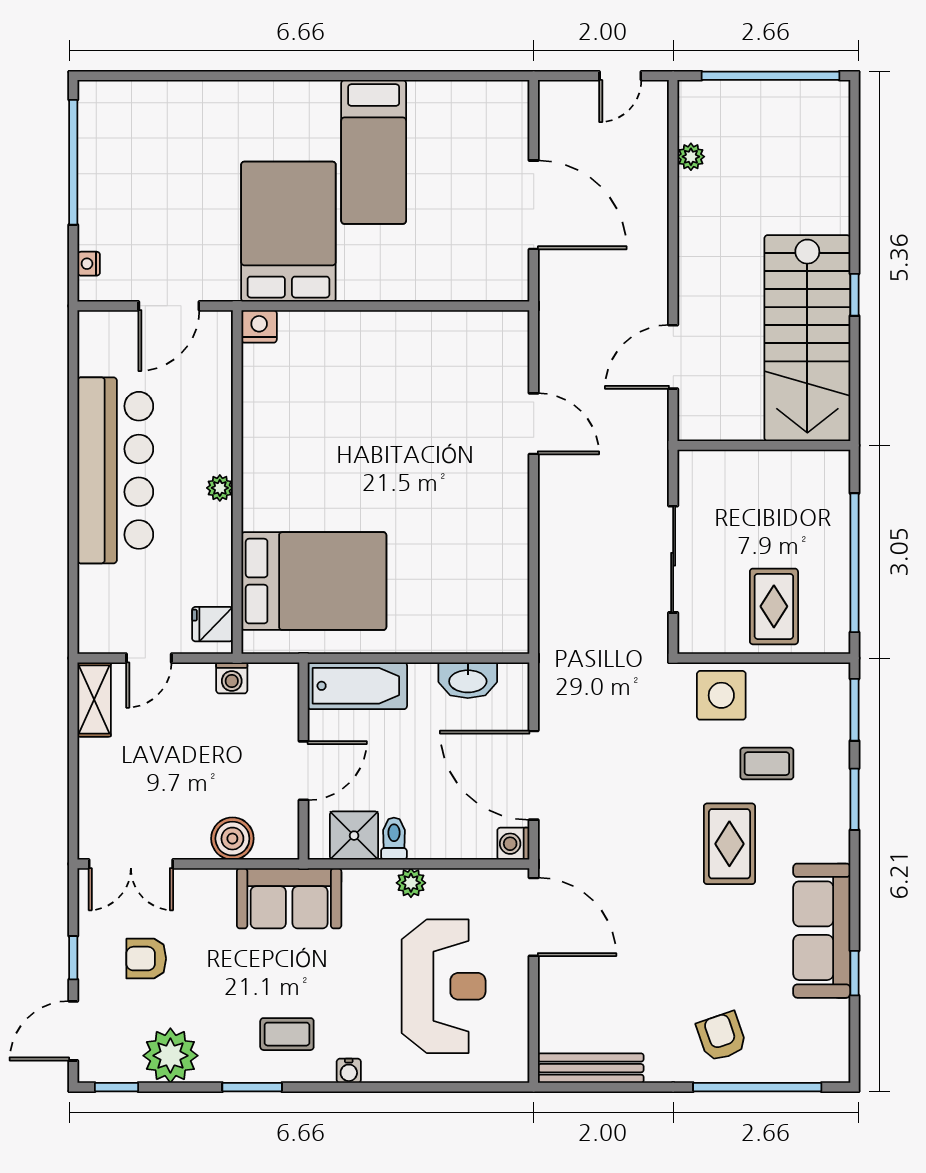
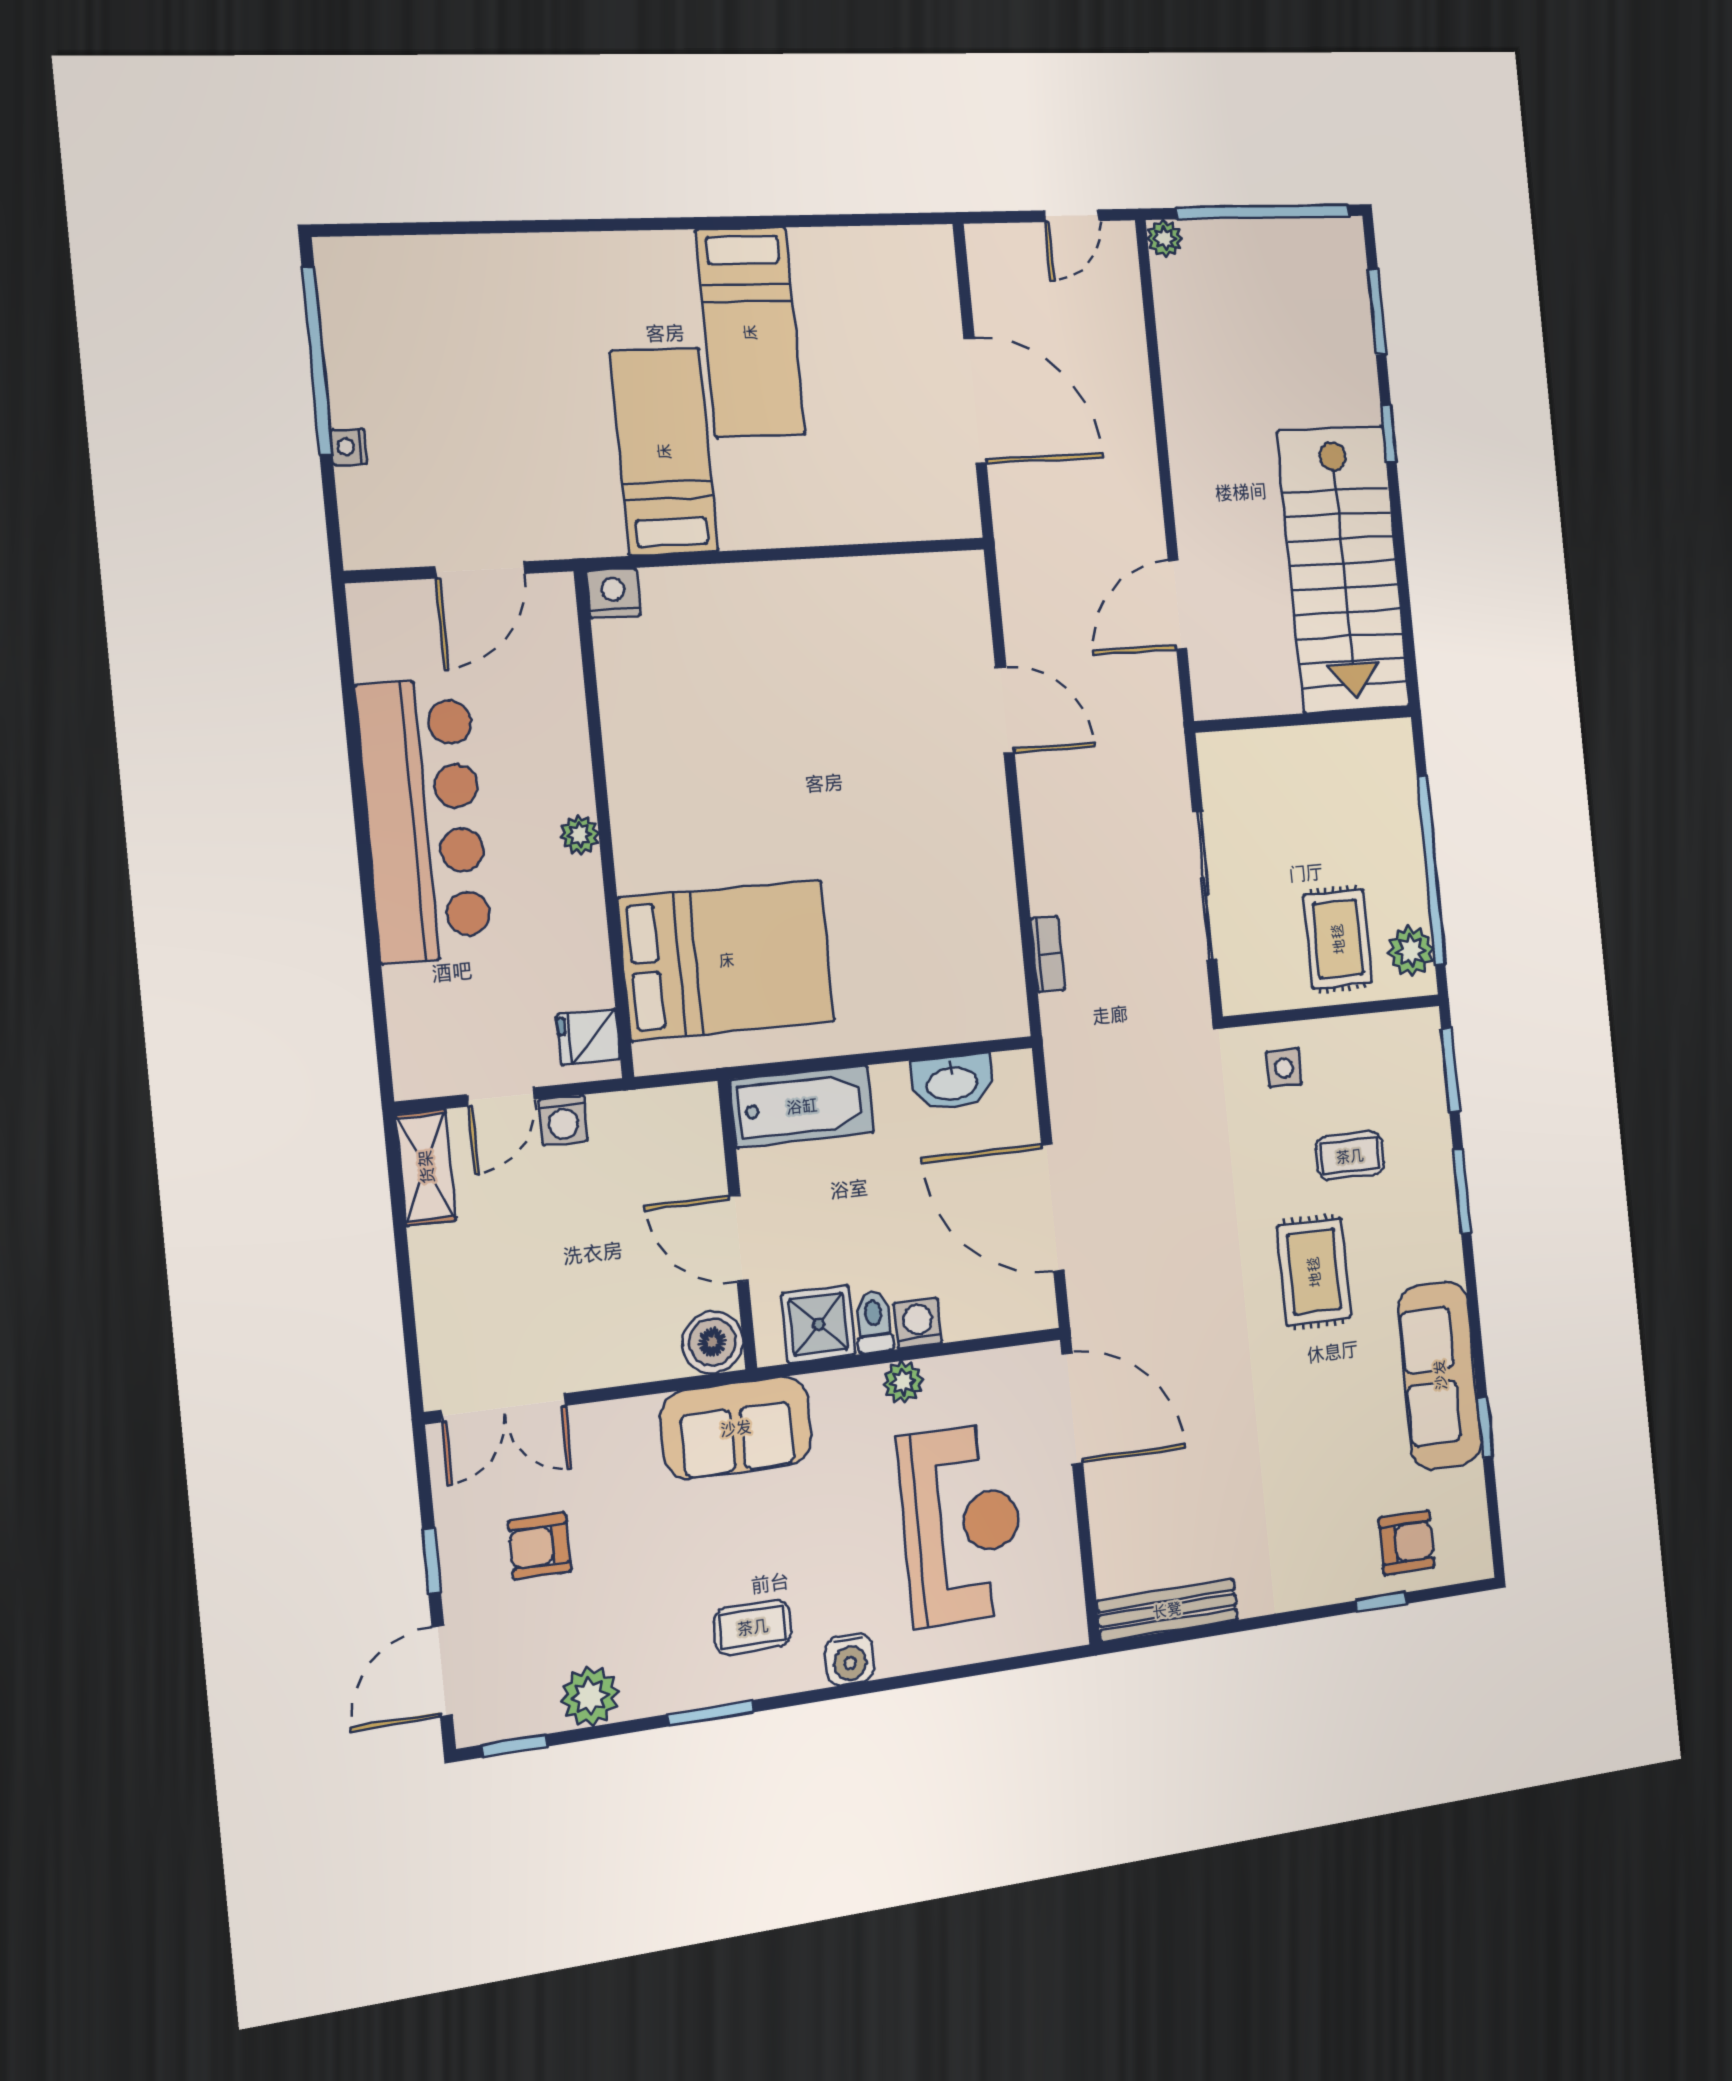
window: (854, 151) -> (1377, 312), added
plant: (691, 157) -> (1165, 239), moved
bed: (288, 232) -> (664, 451), width x0.67
nightstand: (89, 264) -> (349, 447), moved
window: (854, 295) -> (1389, 433), moved
bookcase: (548, 597) -> (1048, 954), added
plant: (832, 620) -> (1411, 951), added
washing machine: (232, 678) -> (563, 1120), moved
side table: (721, 695) -> (1284, 1068), width x0.54, depth x0.54
door: (303, 771) -> (739, 1238), swing flipped
boiler: (232, 839) -> (712, 1342), moved
washing machine: (513, 844) -> (918, 1323), moved, turned 90
armchair: (722, 1037) -> (1407, 1543), moved, turned 109
plant: (170, 1056) -> (590, 1696), width x0.73, depth x0.73
water cooler: (349, 1071) -> (850, 1659), width x1.38, depth x1.38
window: (757, 1087) -> (1381, 1602), width x0.32

